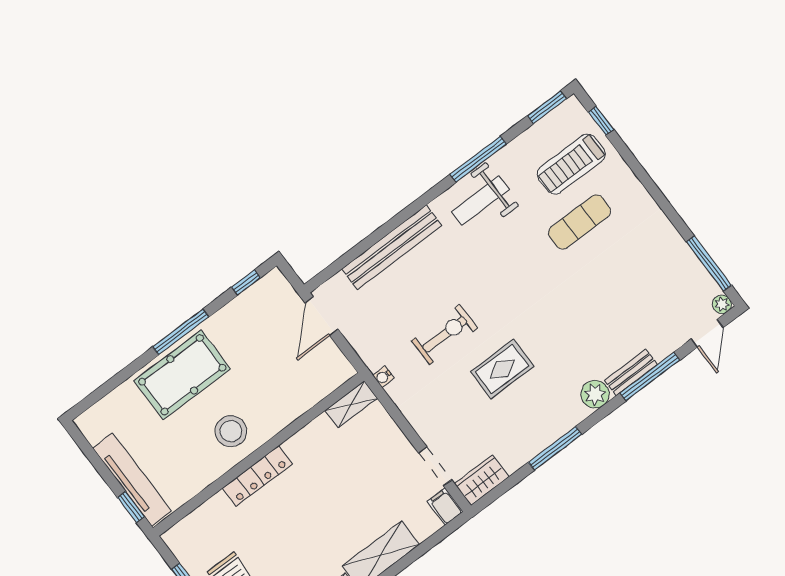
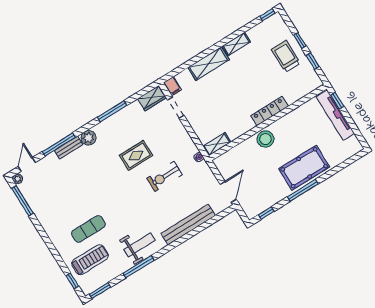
stool: (231, 431) -> (265, 139), moved

